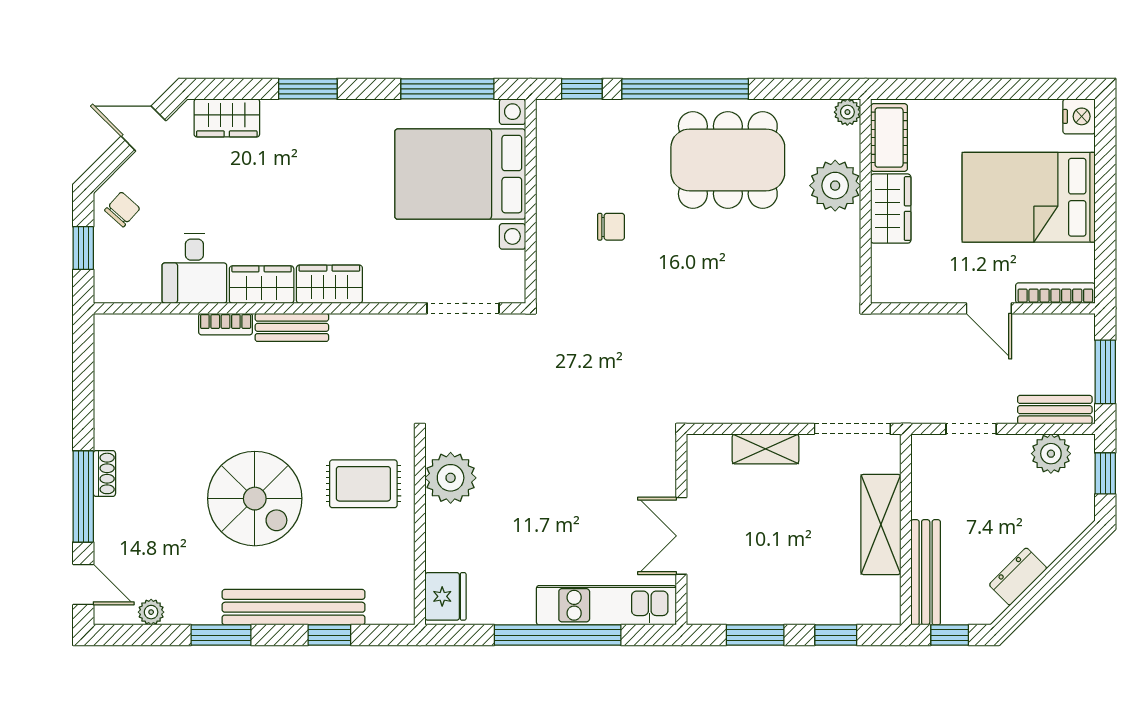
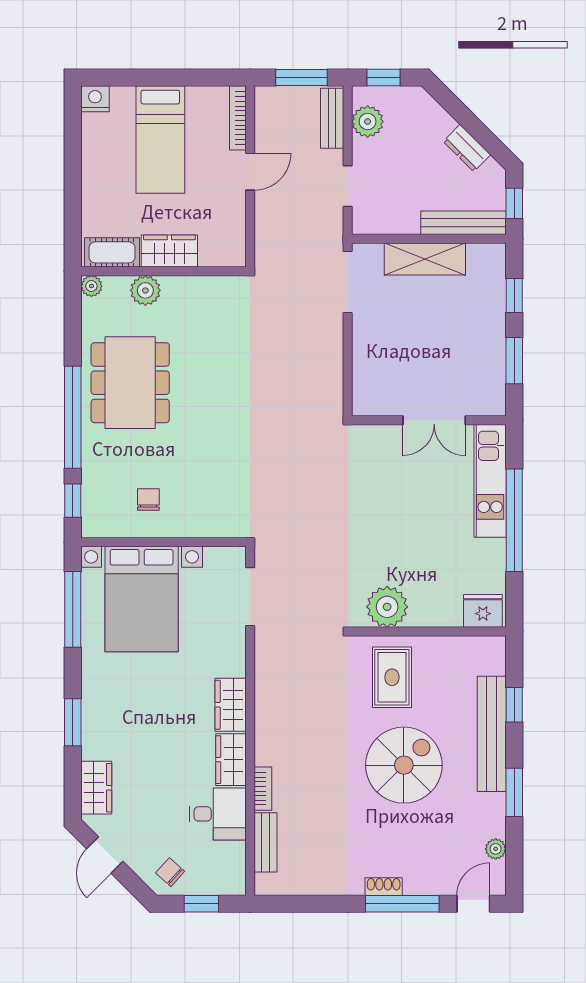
plant: (835, 186) -> (145, 290), width x0.73, depth x0.73
bed: (1029, 197) -> (160, 140), width x0.67
chair: (611, 227) -> (148, 499), moved
bench: (292, 327) -> (265, 842), moved
shelving: (765, 449) -> (364, 352), removed

